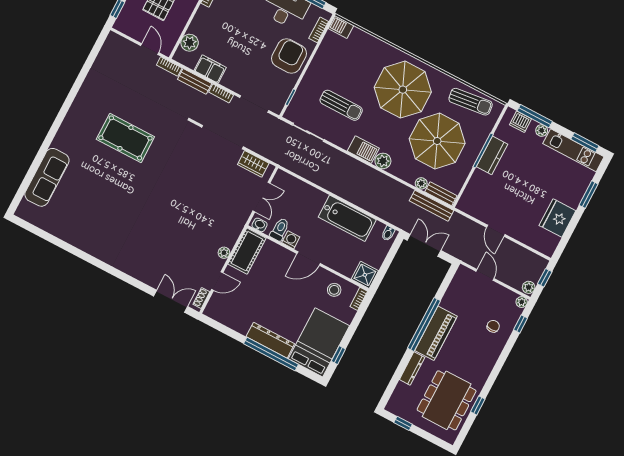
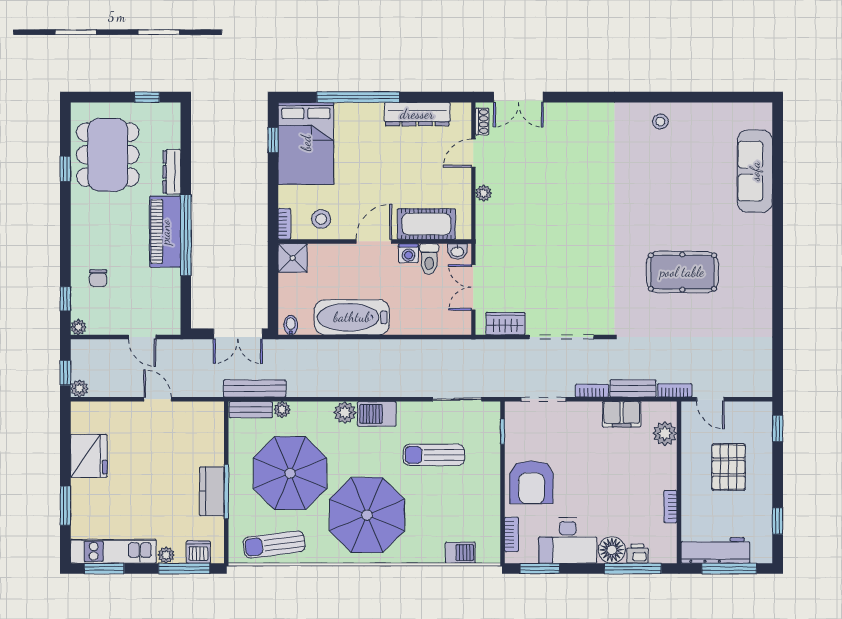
barbecue: (341, 27) -> (460, 553), moved
stool: (90, 239) -> (660, 122), added
cot: (247, 251) -> (426, 224), moved, turned 90
plant: (529, 287) -> (79, 388), moved
dresser: (270, 340) -> (417, 114), moved

